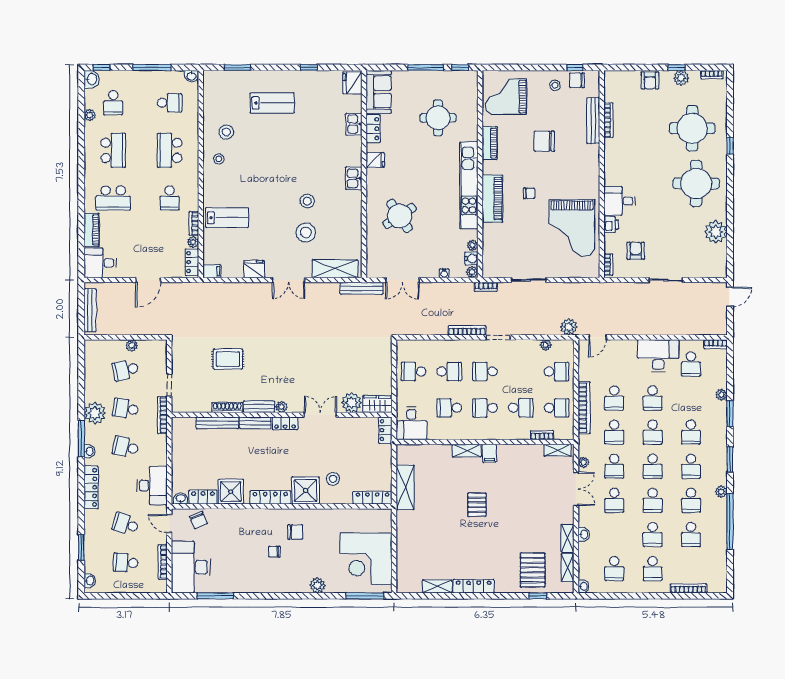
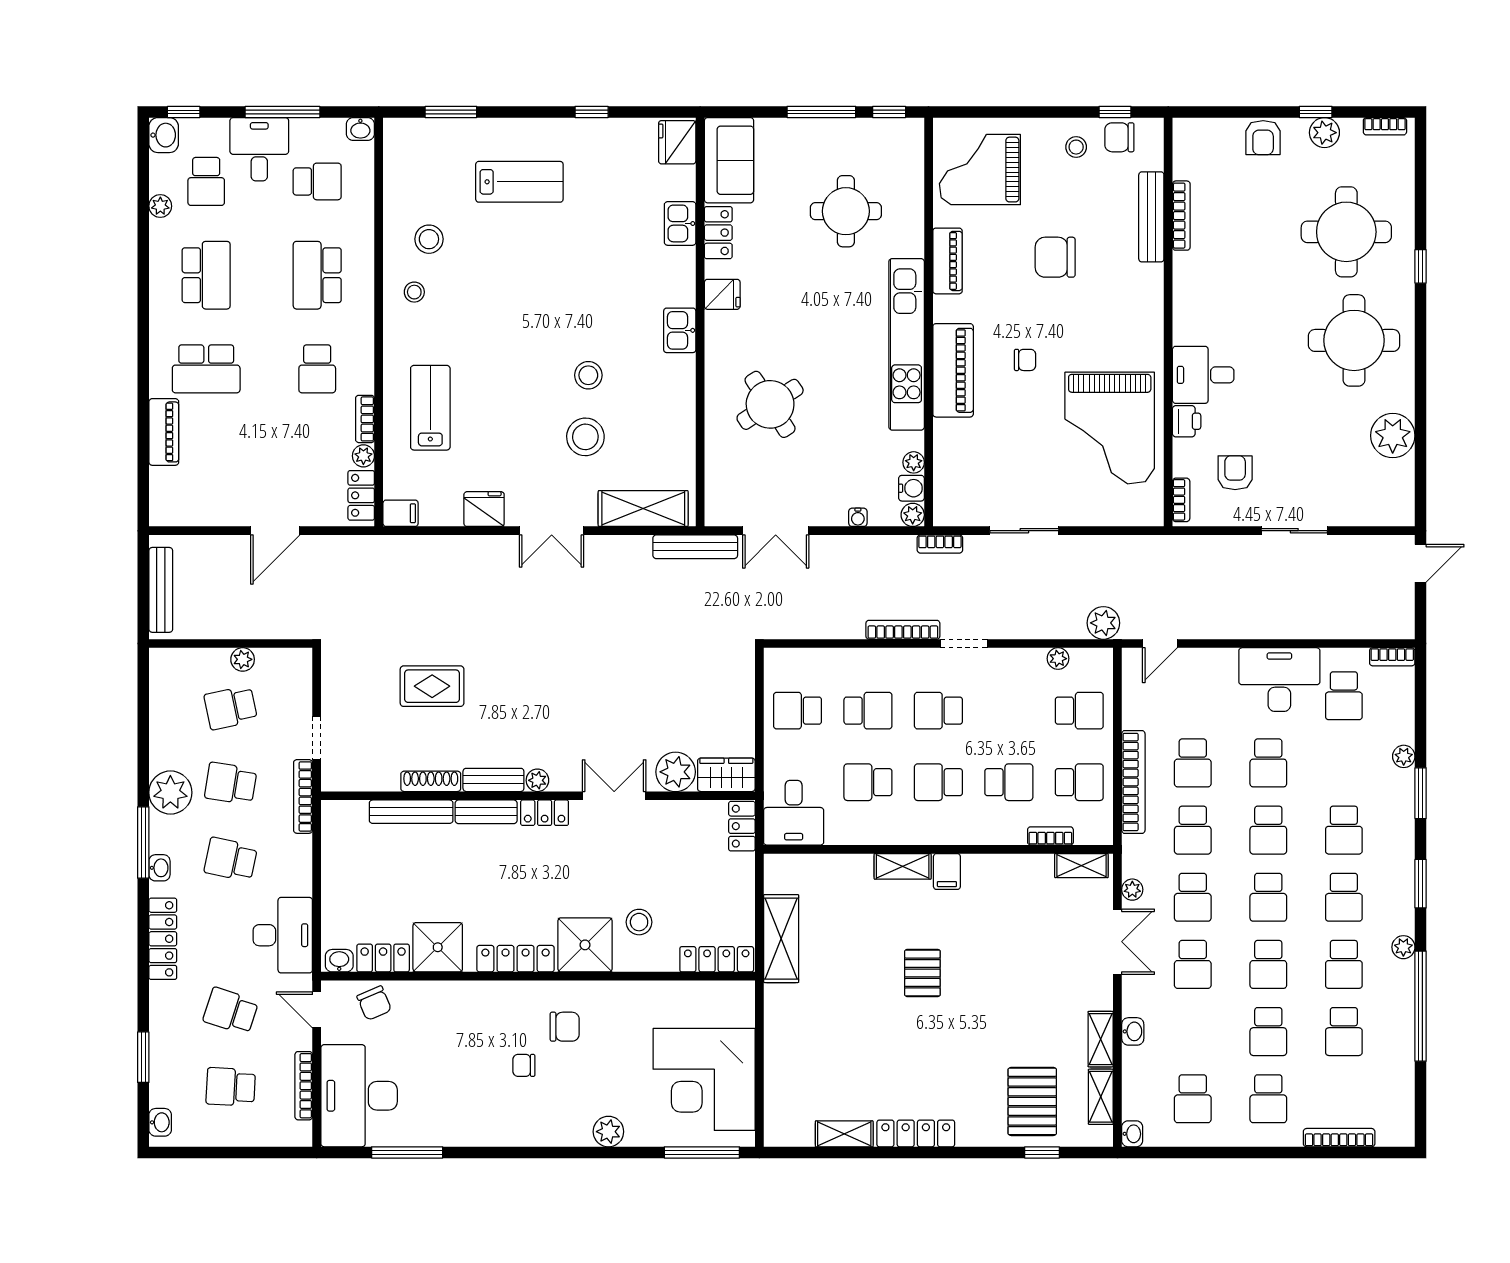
lab bench: (227, 218) -> (430, 408), turned -90
desk: (100, 263) -> (259, 149), moved, turned 90

